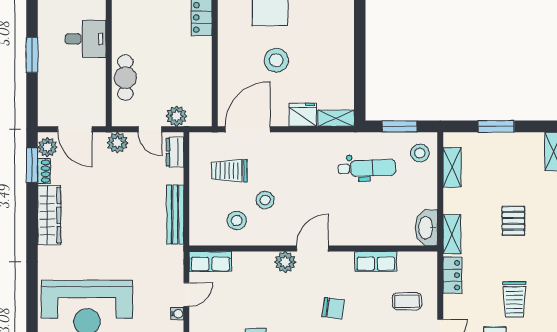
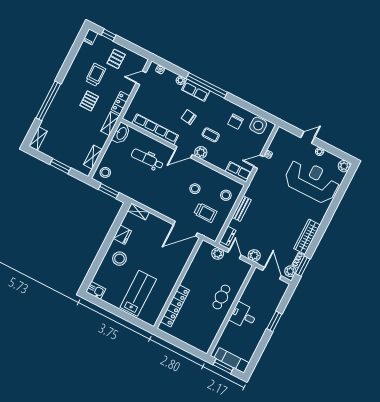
stool: (276, 60) -> (119, 259), moved
cafe table: (125, 78) -> (221, 297), moved
fridge: (303, 115) -> (122, 235), moved, turned -90
dental chair: (367, 168) -> (147, 159), moved
bench: (175, 214) -> (242, 209), width x0.73
stool: (237, 220) -> (226, 195), moved
pallet: (513, 221) -> (89, 101), moved
row of seats: (376, 261) -> (155, 129), width x2.02
coffee table: (407, 301) -> (211, 135), moved

